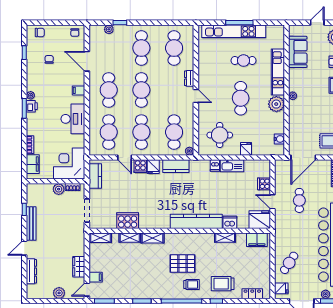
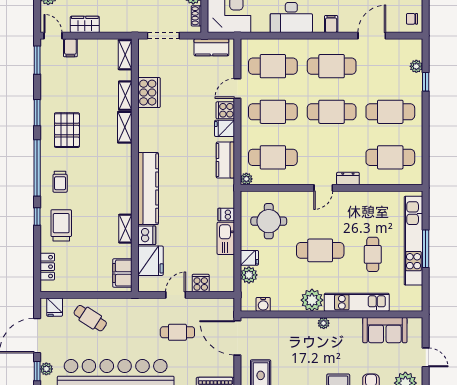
plant: (258, 149) -> (249, 275), added
fridge: (260, 220) -> (151, 261), moved
pallet: (182, 264) -> (67, 130), moved

